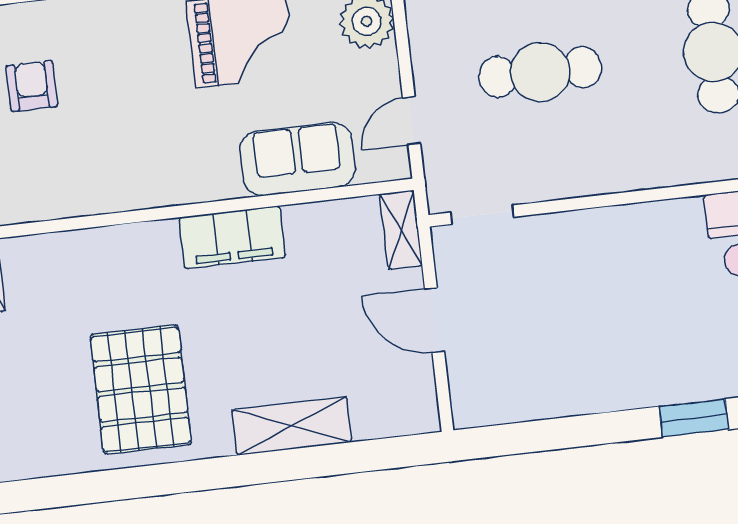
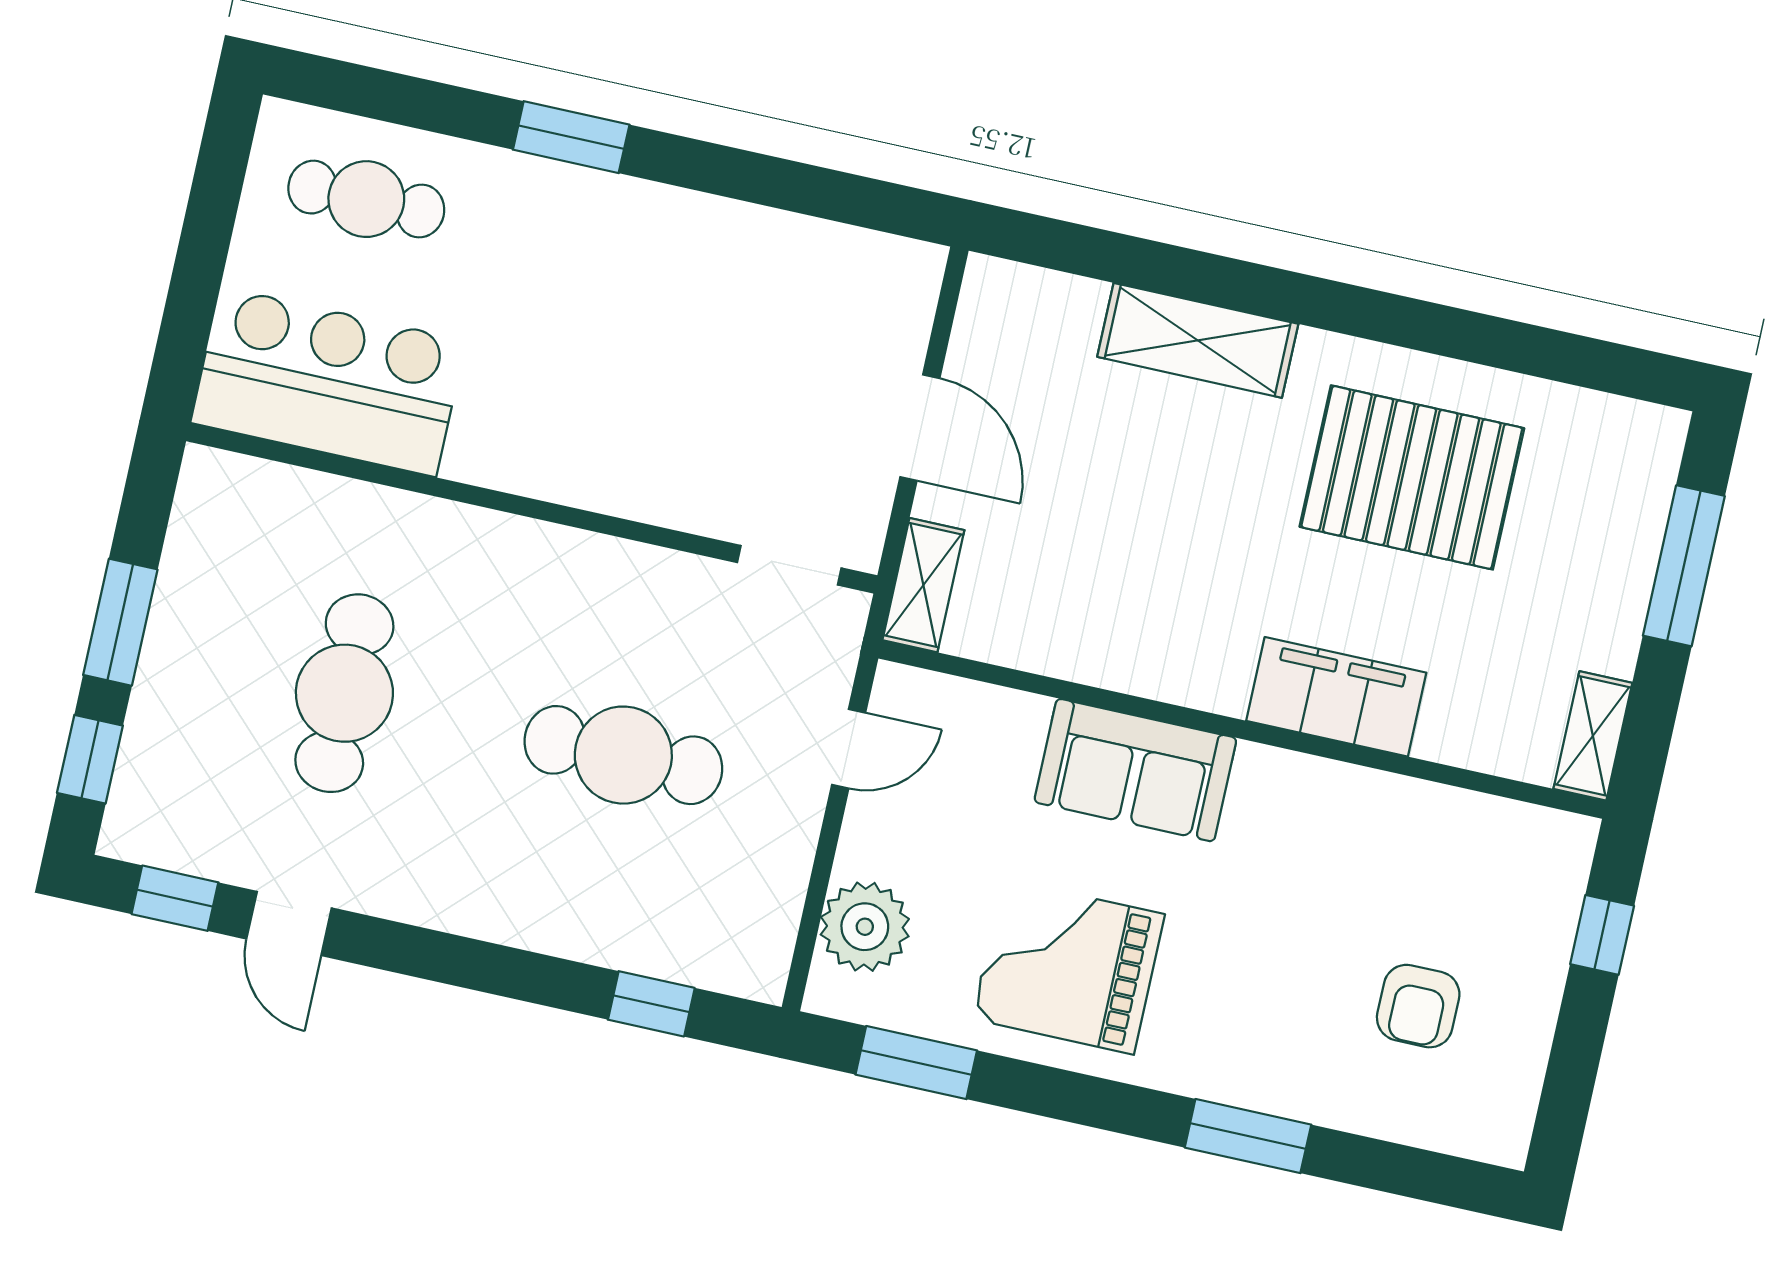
sofa: (298, 159) -> (1135, 770), moved
filing cabinet: (232, 237) -> (1336, 697), moved
pallet: (141, 390) -> (1412, 477), turned 90

